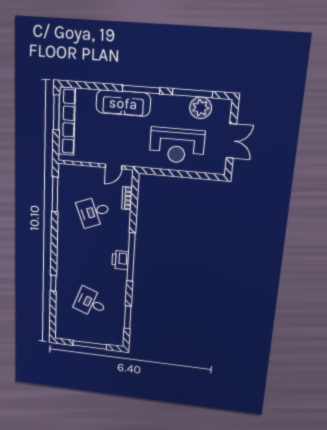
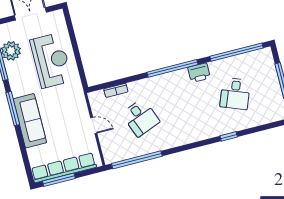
door: (114, 166) -> (94, 126), moved
window: (55, 194) -> (137, 160), width x1.46
printer: (120, 260) -> (199, 73), moved
window: (128, 317) -> (236, 52), width x2.11

